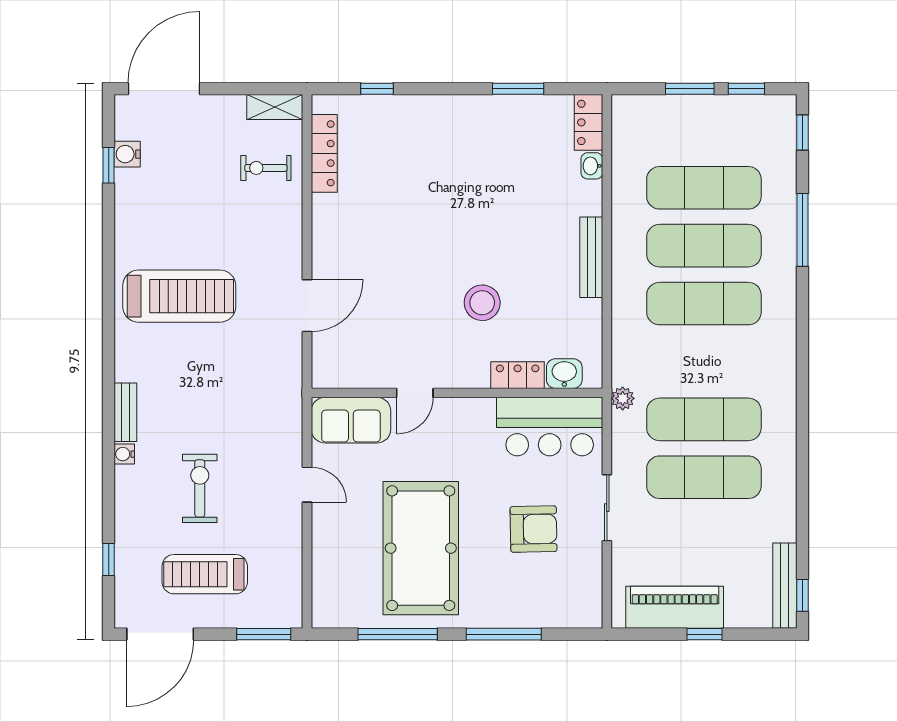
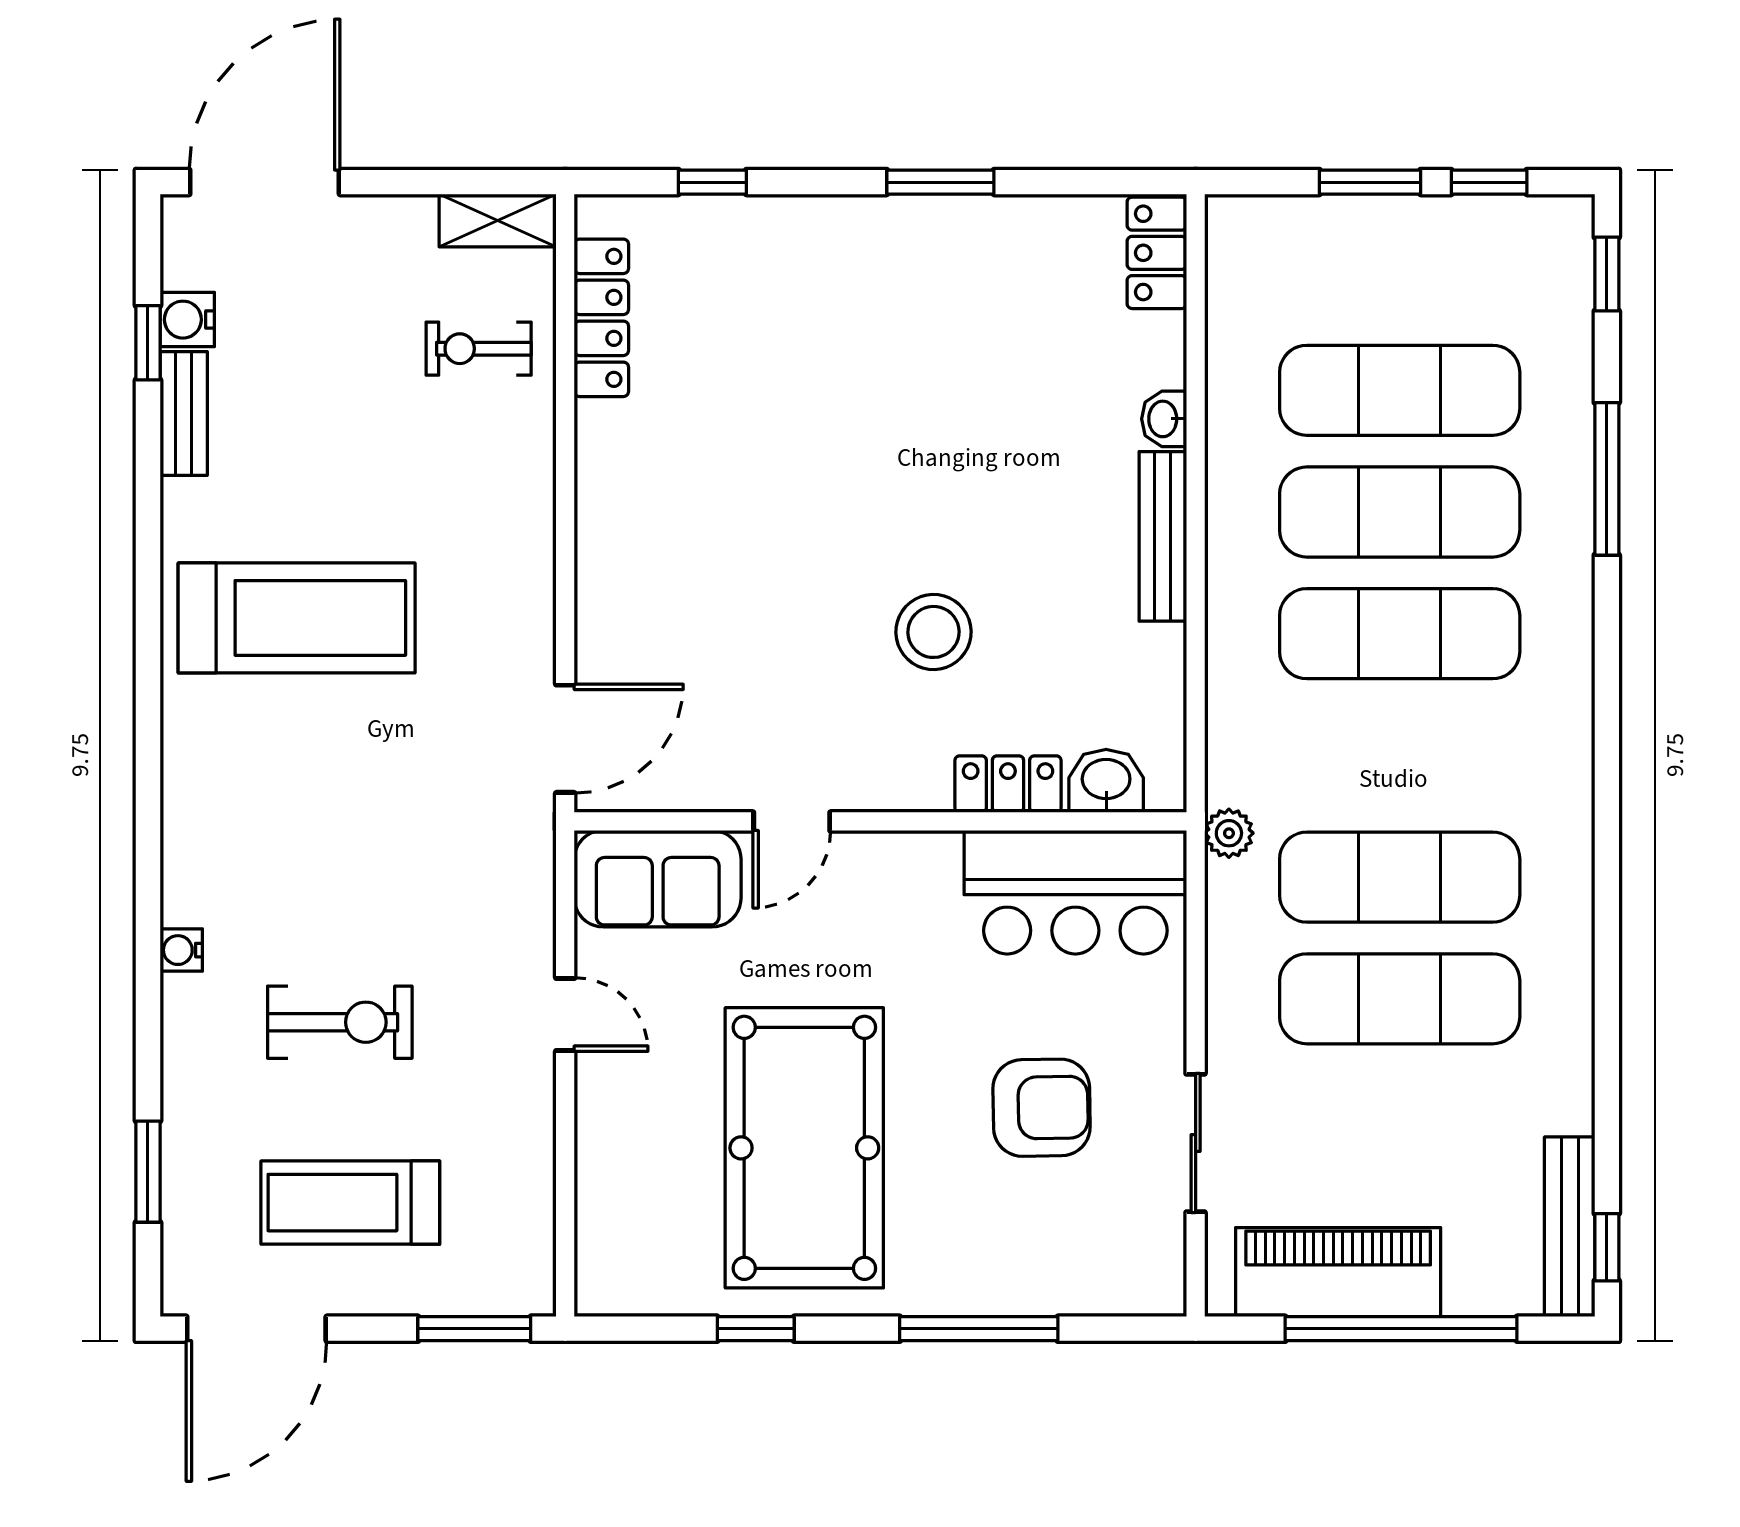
window: (518, 89) -> (940, 182), moved
washbasin: (592, 166) -> (1164, 419), moved
door: (307, 306) -> (565, 739), moved
bench: (125, 412) -> (184, 413), moved
exercise bike: (200, 488) -> (340, 1022), turned 90
sliding door: (607, 508) -> (1196, 1143), moved
window: (109, 559) -> (148, 1172), width x1.50
window: (398, 634) -> (756, 1329), width x0.46
window: (705, 634) -> (1401, 1329), width x3.17

